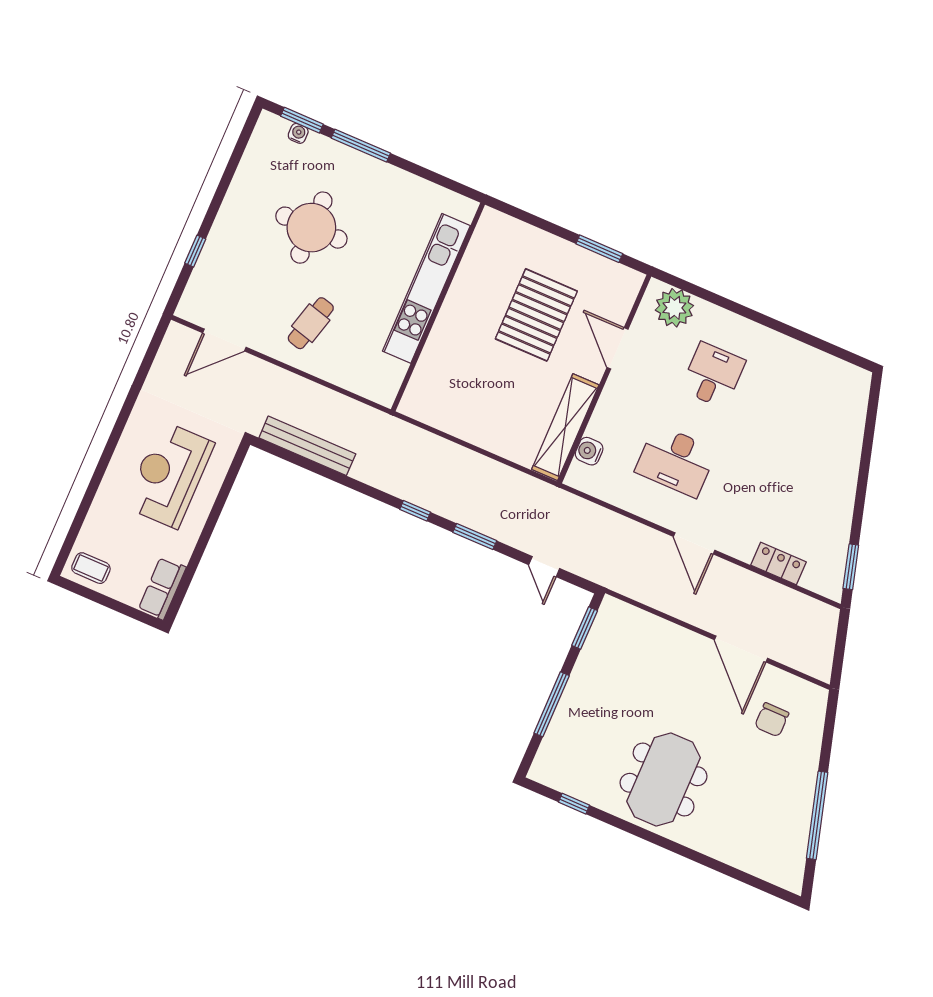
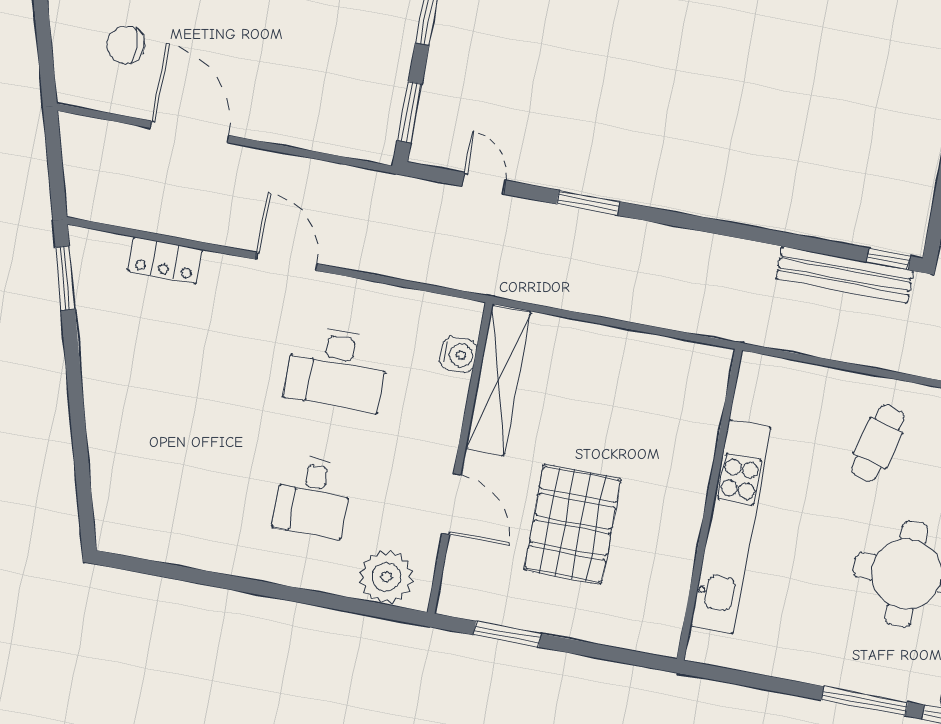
desk: (676, 461) -> (337, 369), turned 180
window: (415, 511) -> (888, 259), moved
chair: (772, 720) -> (126, 45), turned -90

